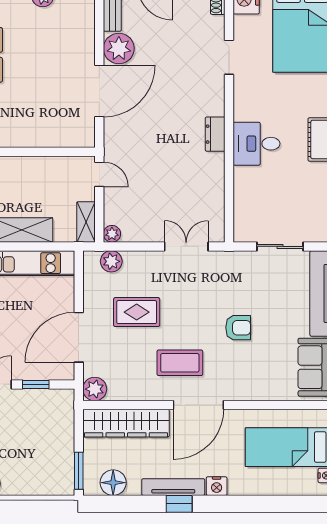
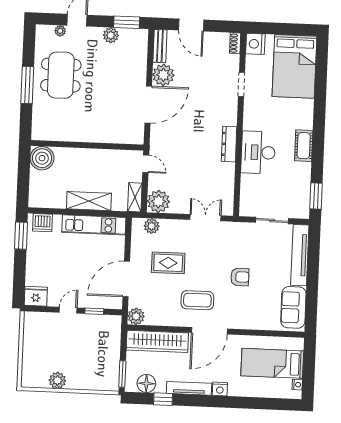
dresser: (215, 134) -> (229, 144), width x1.44
desk: (256, 144) -> (258, 152), width x1.37
plant: (112, 234) -> (158, 201), width x1.88, depth x1.88
window: (179, 504) -> (163, 399), moved

